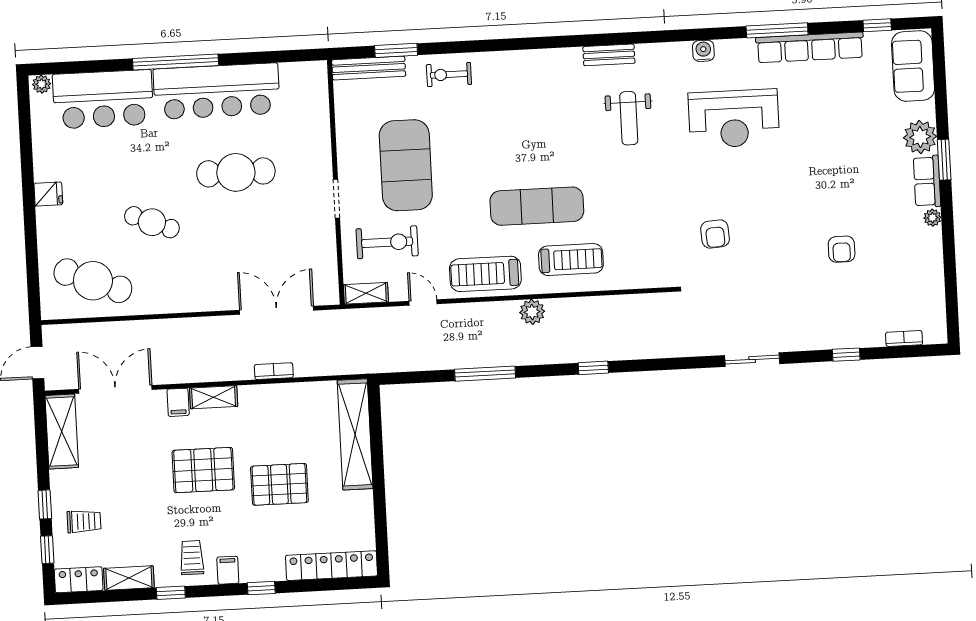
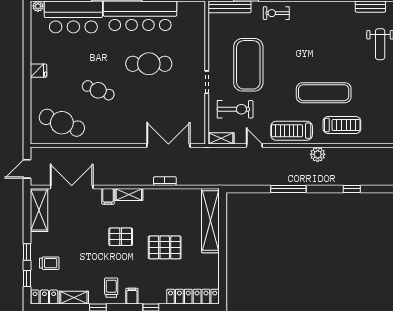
pallet: (203, 470) -> (121, 237), width x0.67, depth x0.71

